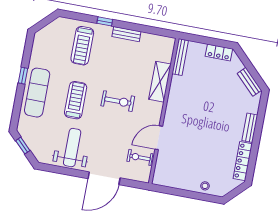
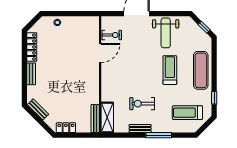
window: (105, 21) -> (159, 135), width x2.17
treadmill: (82, 46) -> (187, 113), moved, turned -90
window: (23, 76) -> (214, 98), moved
shelving: (160, 82) -> (107, 117), moved
treadmill: (76, 100) -> (170, 70), turned 180
exercise bike: (118, 101) -> (142, 104), moved

